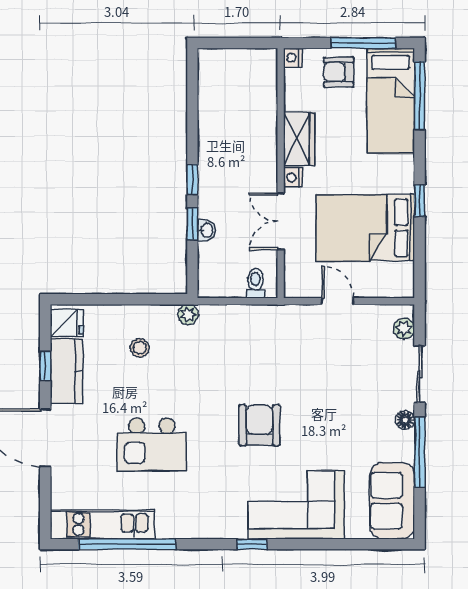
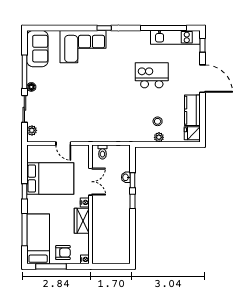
window: (420, 96) -> (24, 230), moved
plant: (188, 314) -> (159, 137), moved
window: (45, 366) -> (203, 45), moved
armchair: (259, 425) -> (101, 85), removed

